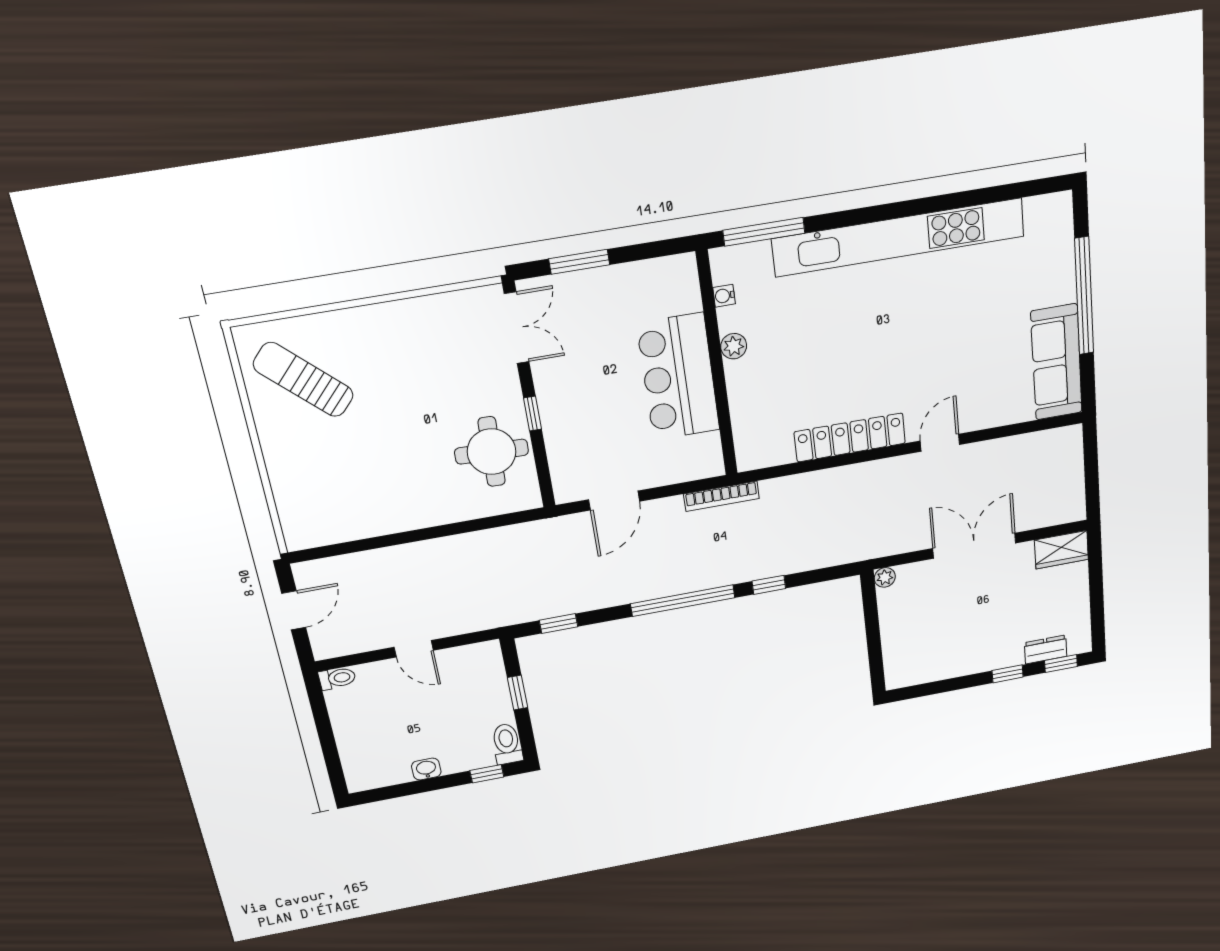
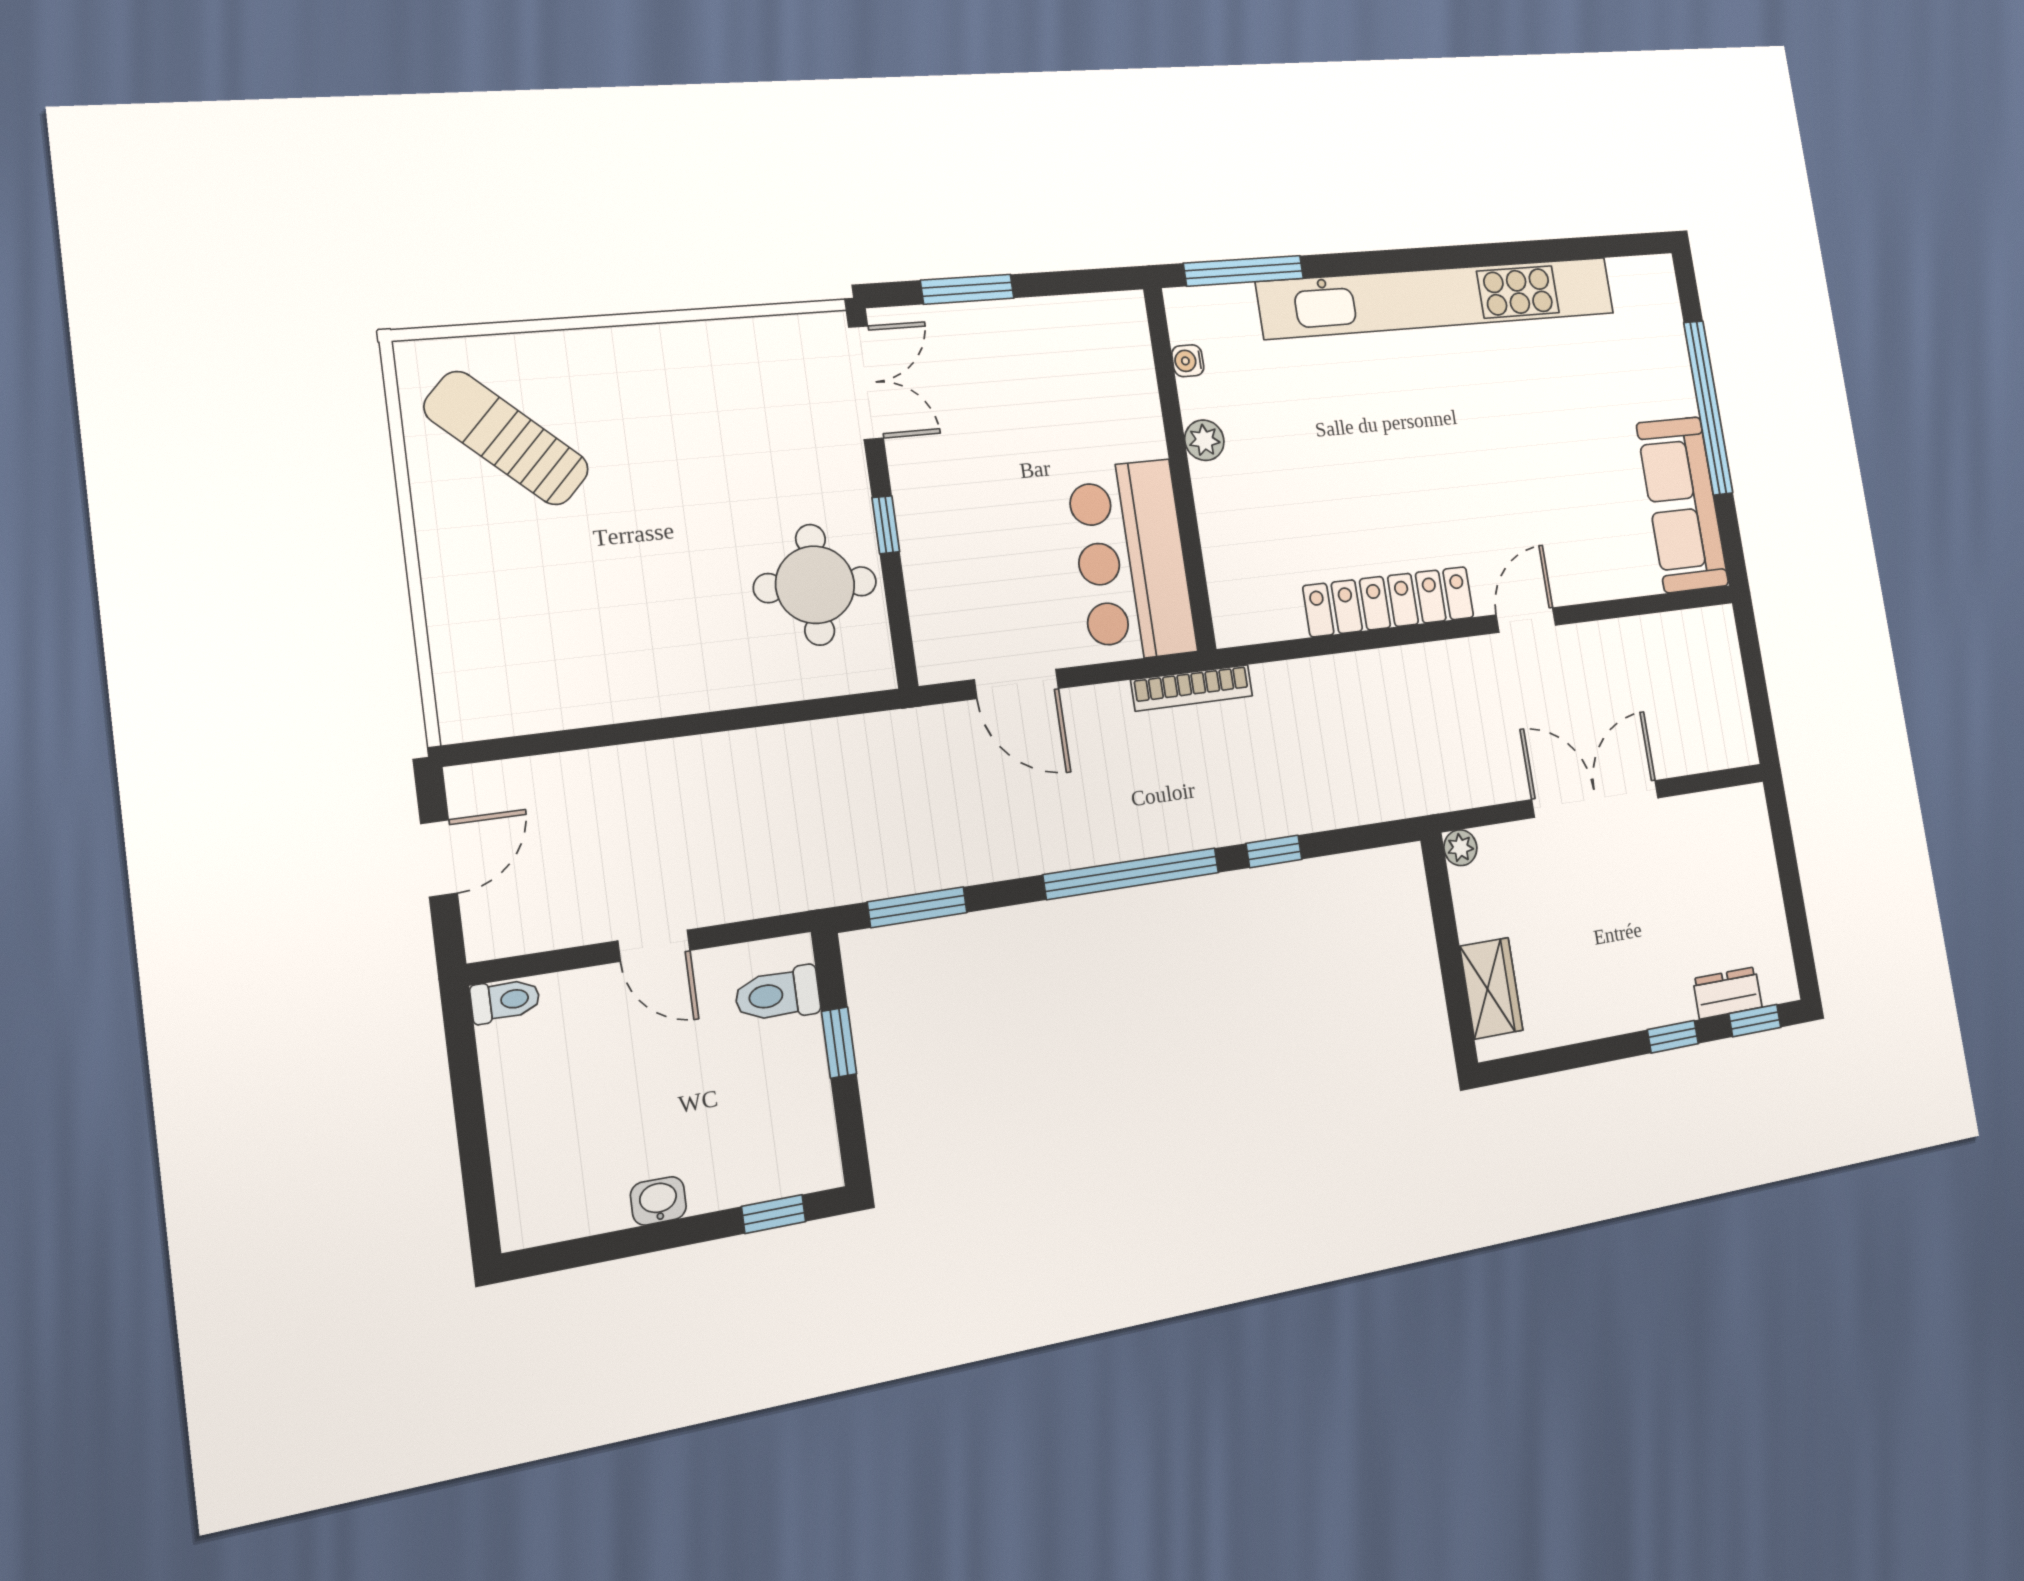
bar counter: (678, 377) -> (1132, 561), moved
door: (614, 500) -> (1017, 684), hinge flipped
wardrobe: (1062, 550) -> (1491, 988), moved, turned -90
window: (559, 624) -> (917, 907), width x1.50
toilet: (507, 744) -> (777, 995), moved, turned -90

